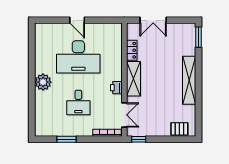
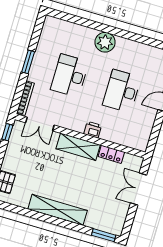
desk: (78, 57) -> (122, 91), width x0.73, depth x0.77
printer: (116, 88) -> (93, 130), moved
desk: (78, 103) -> (70, 76), width x1.37
window: (67, 139) -> (28, 62), moved

